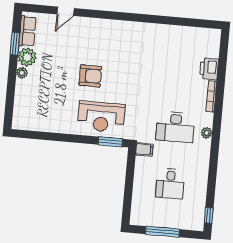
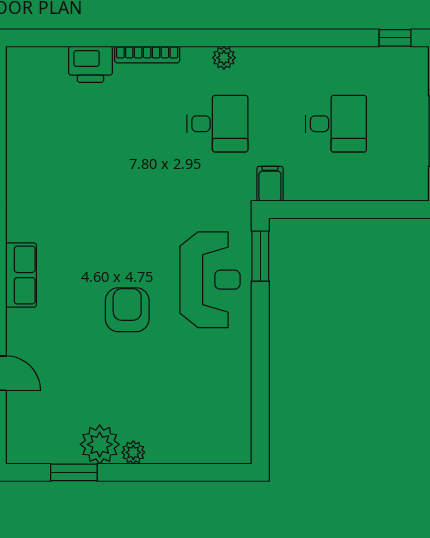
row of seats: (27, 31) -> (21, 275), moved, turned 90
desk: (175, 127) -> (217, 124), width x0.73

